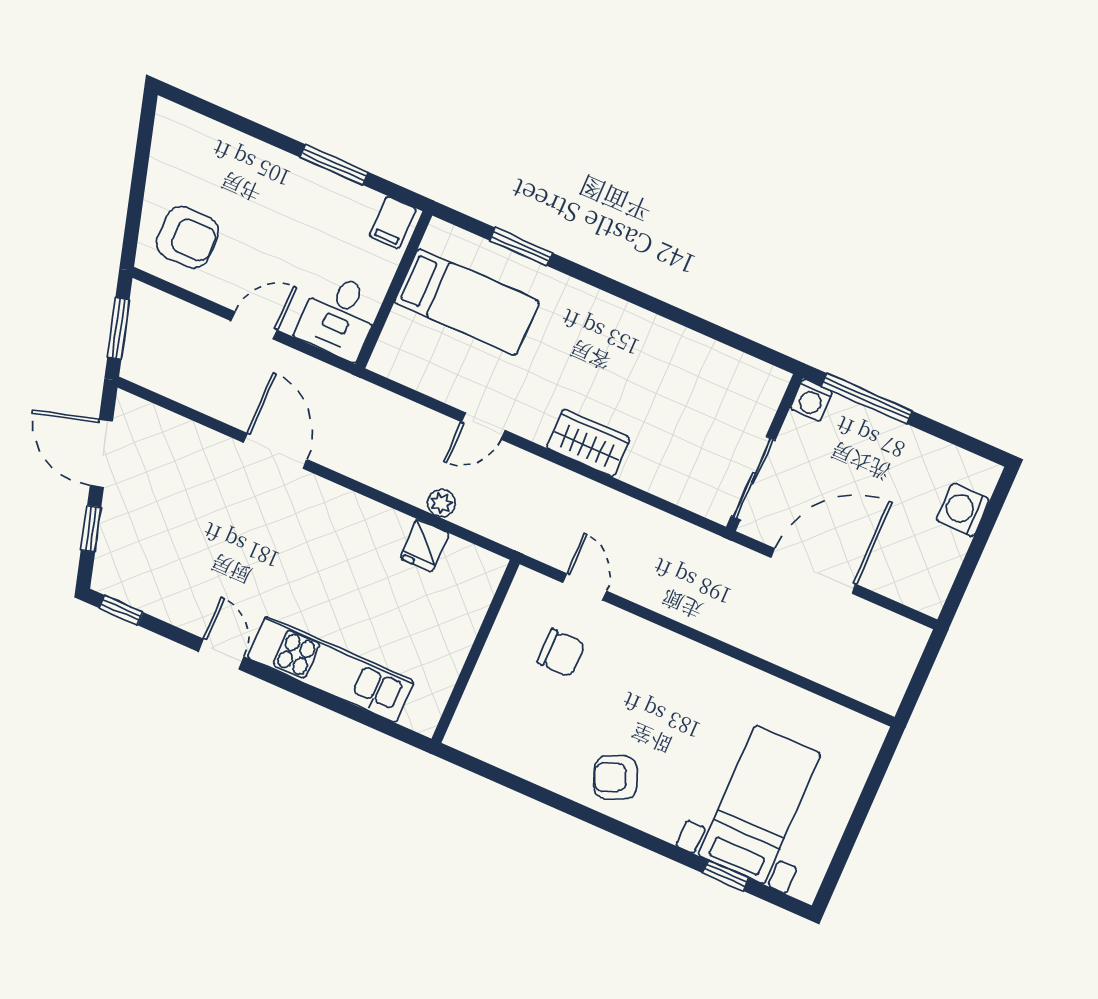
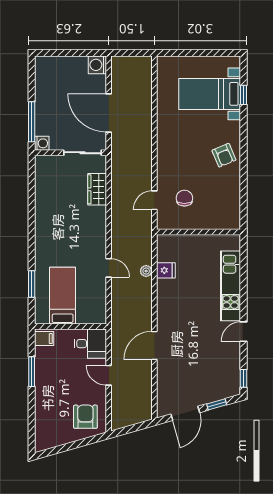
window: (118, 329) -> (133, 428), removed
wardrobe: (588, 443) -> (97, 189), moved
washing machine: (963, 510) -> (97, 65), moved, turned 90

